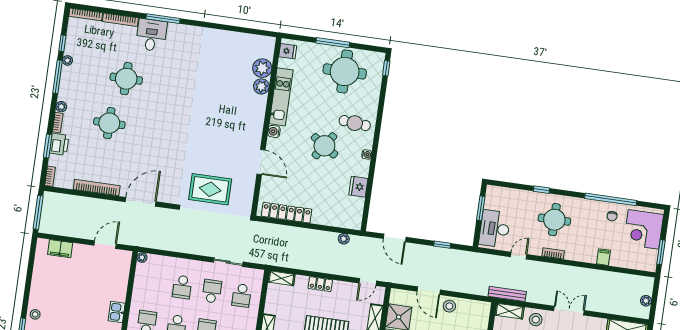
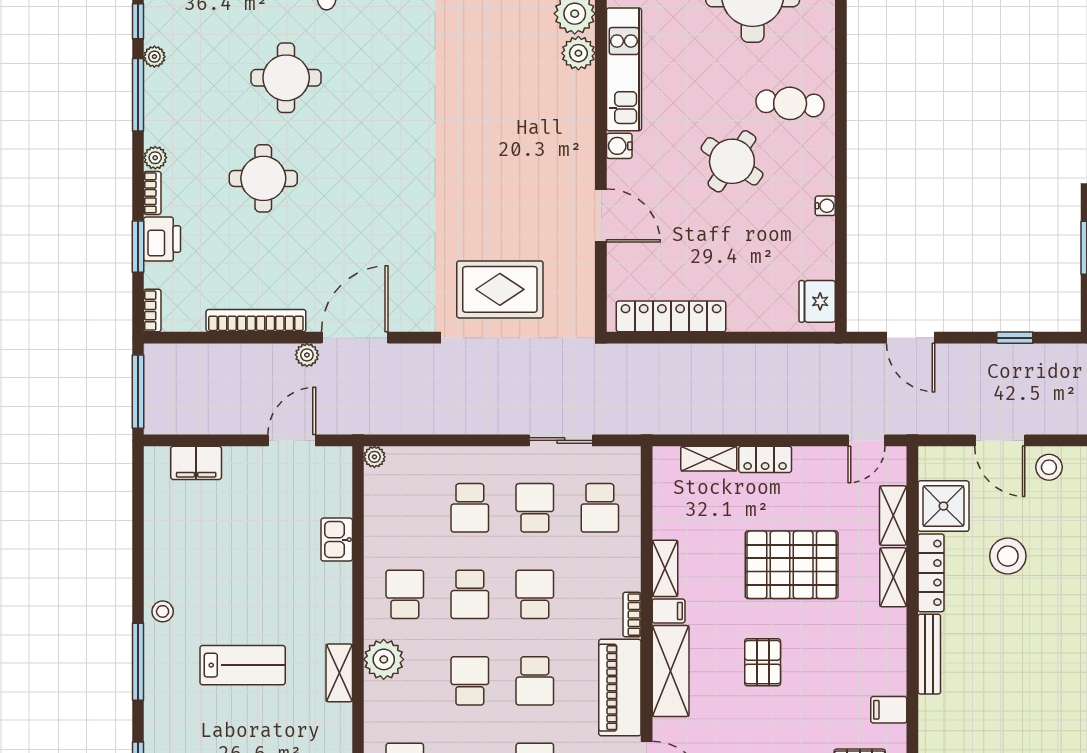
water cooler: (367, 154) -> (825, 206), moved
fridge: (358, 187) -> (817, 301), moved
plant: (344, 239) -> (307, 355), moved
shelving: (281, 278) -> (709, 459), moved
kitchen sink: (117, 312) -> (337, 540), moved

